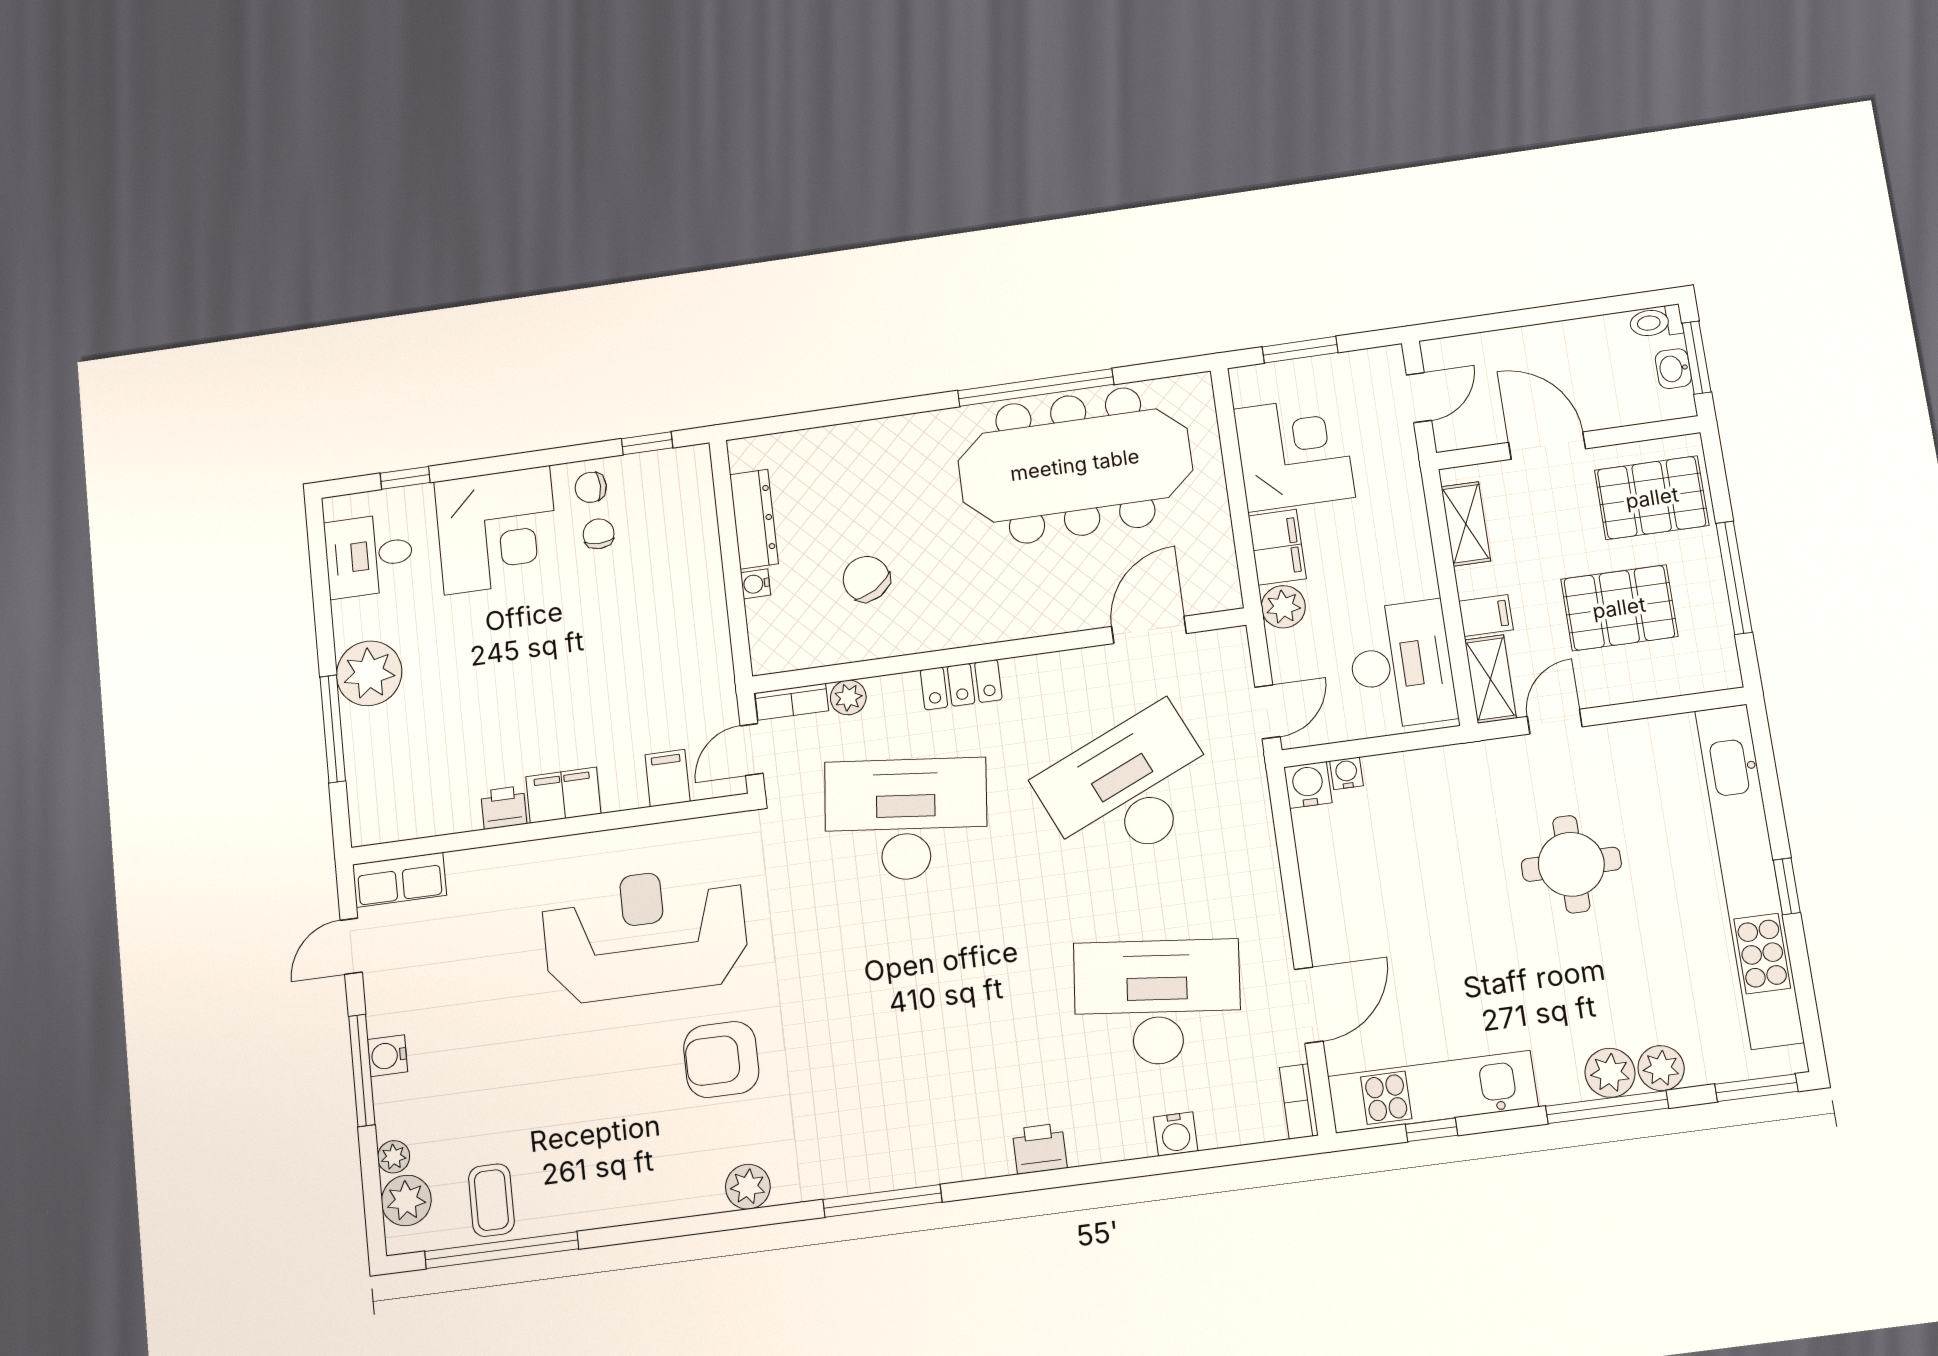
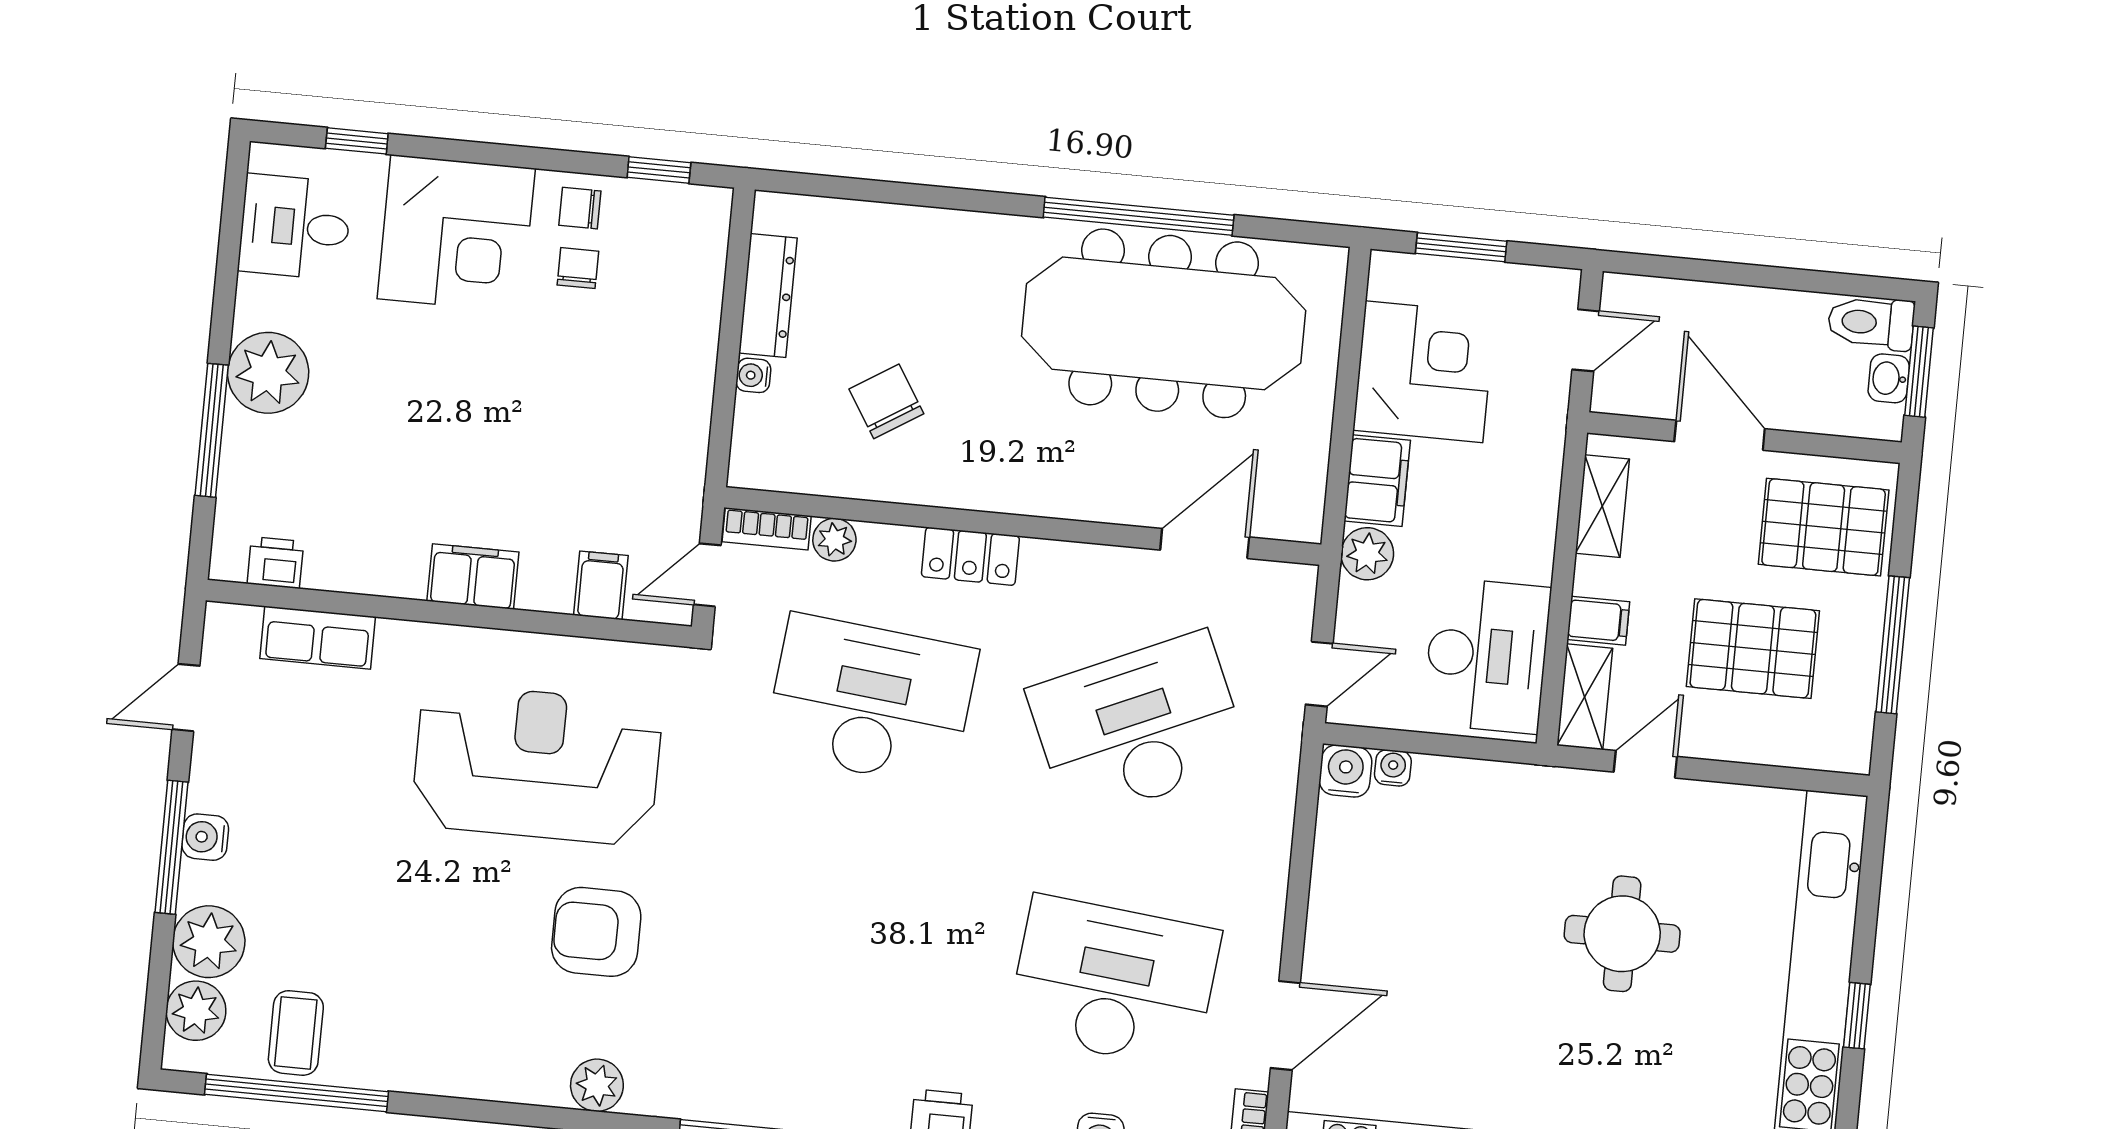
toilet: (1656, 322) -> (1871, 323), width x1.37, depth x1.39
printer: (504, 808) -> (275, 563), moved
row of seats: (399, 880) -> (318, 638), moved
plant: (394, 1157) -> (209, 942), width x1.88, depth x1.88

